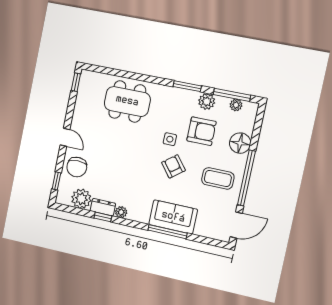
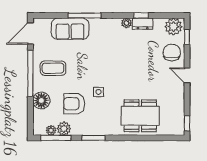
plant: (207, 101) -> (64, 129), moved
armchair: (173, 166) -> (91, 70), removed
plant: (81, 199) -> (174, 27), moved
sofa: (173, 217) -> (70, 29), moved

